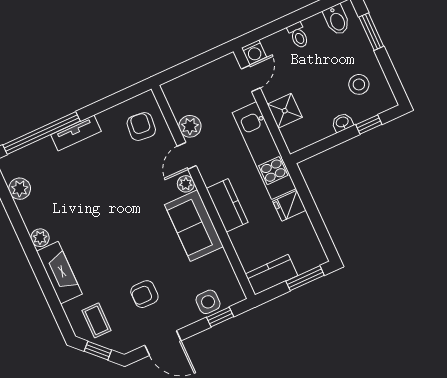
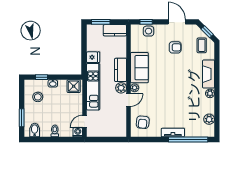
shower: (285, 111) -> (74, 86), moved
plant: (190, 126) -> (121, 88), moved

